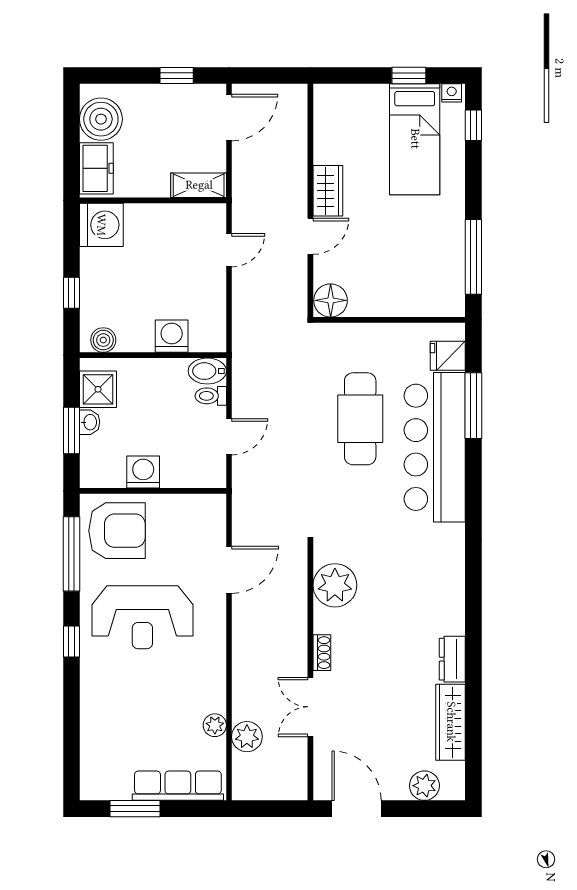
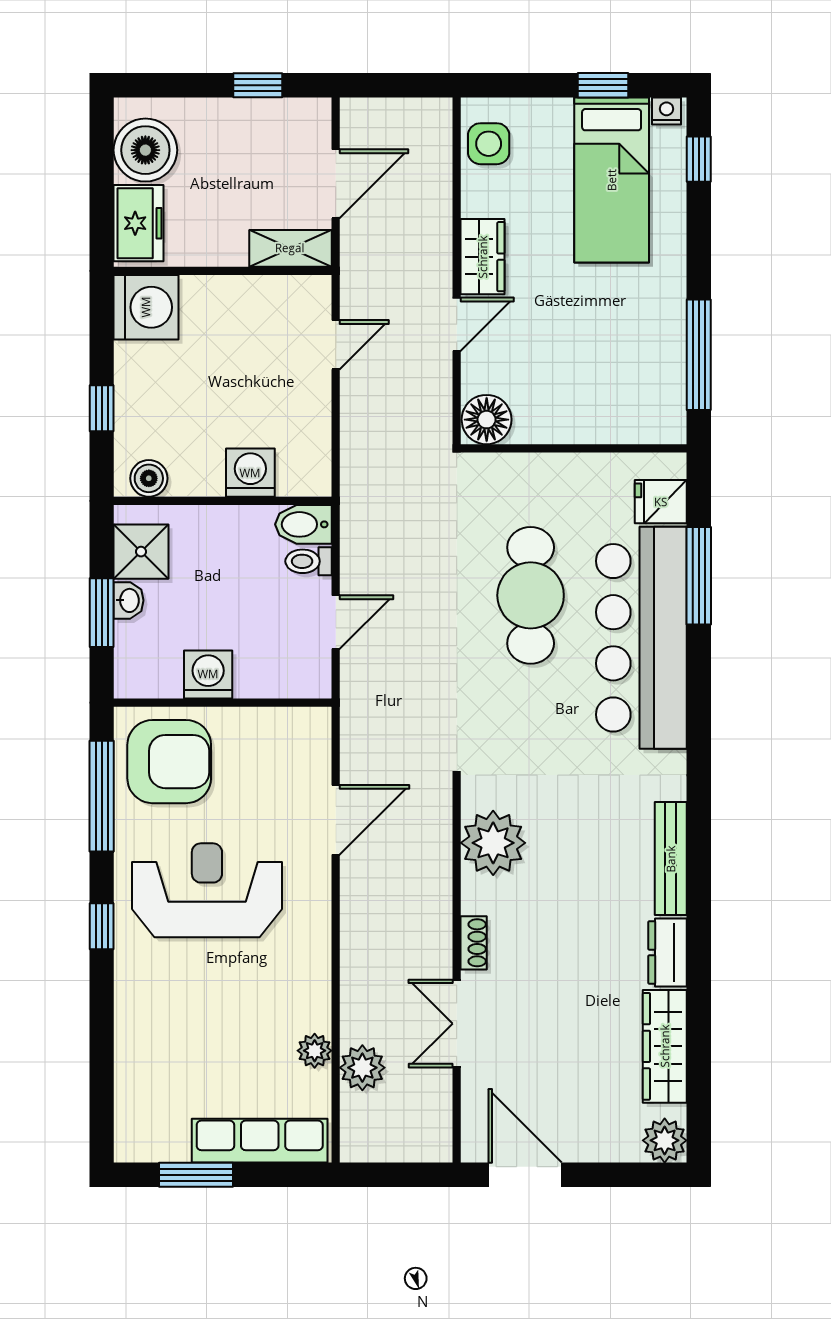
side table: (332, 115) -> (489, 144), added
door: (229, 118) -> (336, 184), moved
bench: (455, 596) -> (671, 859), added
reception desk: (142, 617) -> (207, 890), turned 180
plant: (424, 786) -> (665, 1140), moved

